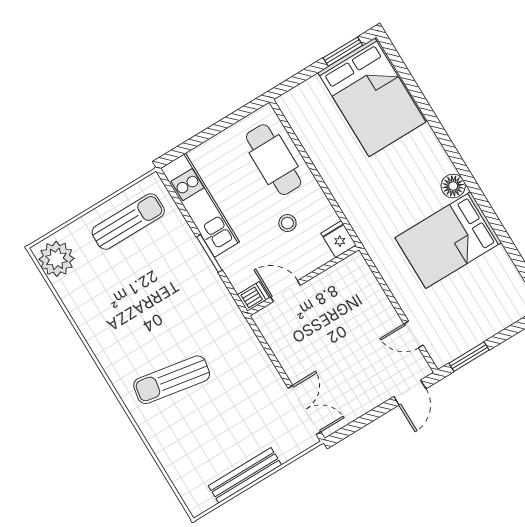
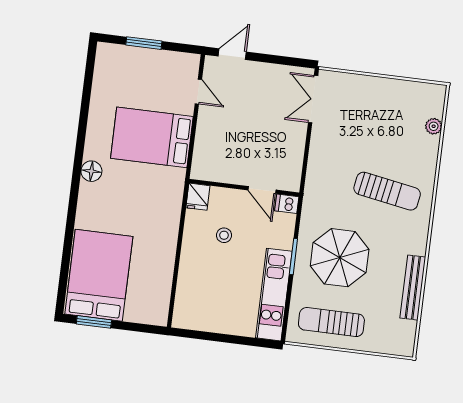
cafe table: (274, 160) -> (199, 286), removed
bed: (448, 240) -> (152, 137), moved, turned 180
plant: (56, 259) -> (434, 126), moved, width x0.53, depth x0.53
parasol: (167, 286) -> (340, 258), added
window: (469, 357) -> (144, 43), moved
bench: (245, 475) -> (413, 288), moved, turned 90

